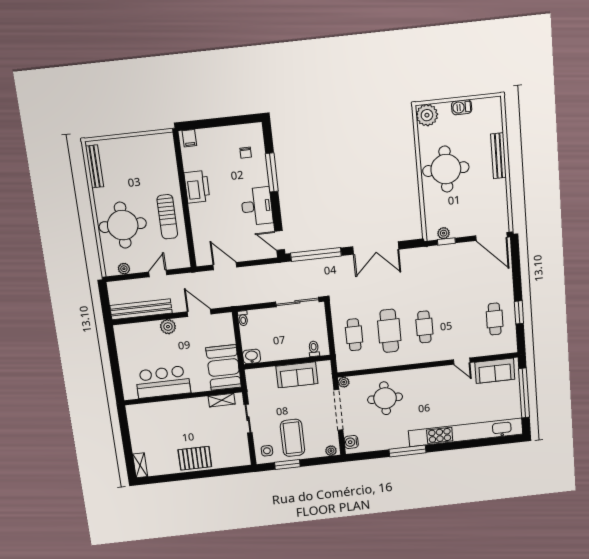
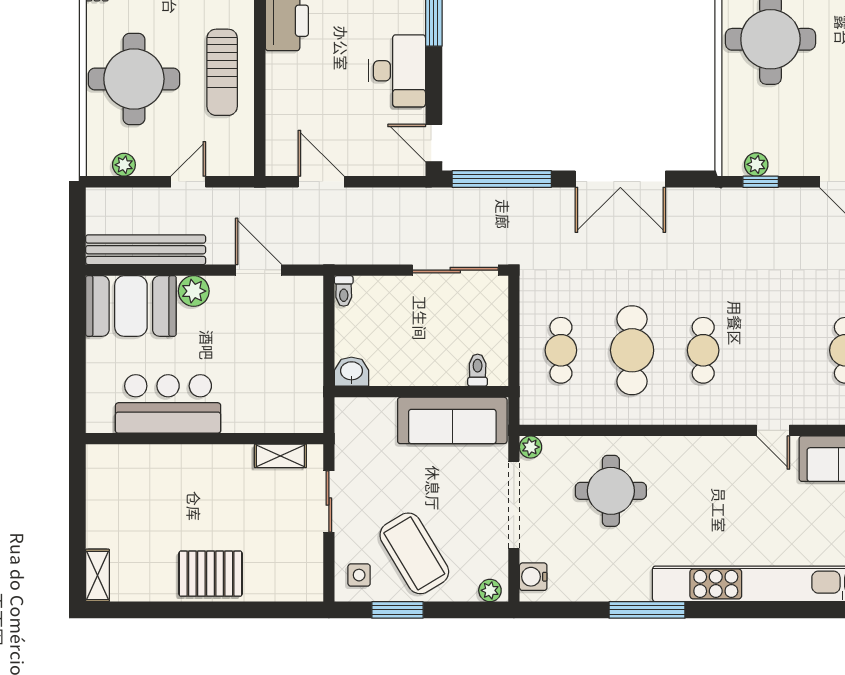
booth: (224, 367) -> (131, 306), moved, turned 90
sofa: (297, 375) -> (452, 420), width x1.36
coffee table: (292, 438) -> (414, 553), turned -31

